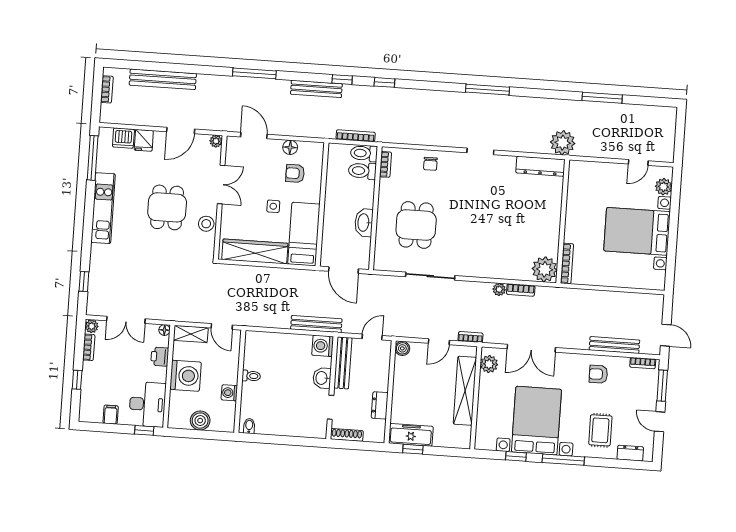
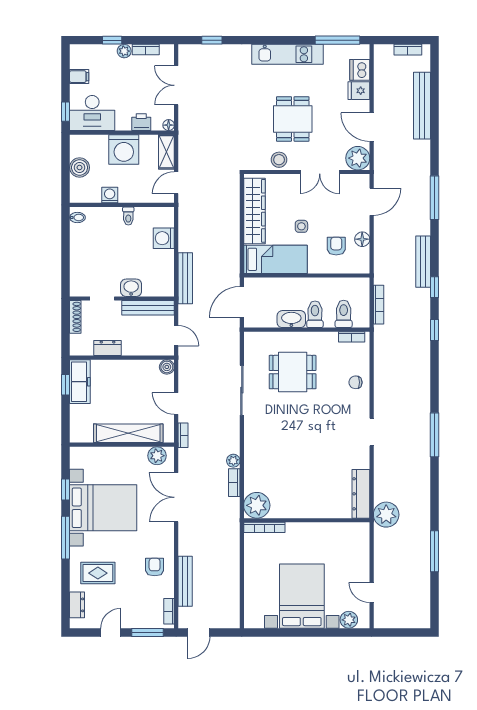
plant: (216, 141) -> (358, 158), width x1.87, depth x1.87
toilet: (364, 153) -> (315, 314), moved
dining table: (167, 207) -> (293, 119), turned 90
plant: (92, 326) -> (124, 51), moved
washing machine: (323, 346) -> (164, 238), moved, turned -90

